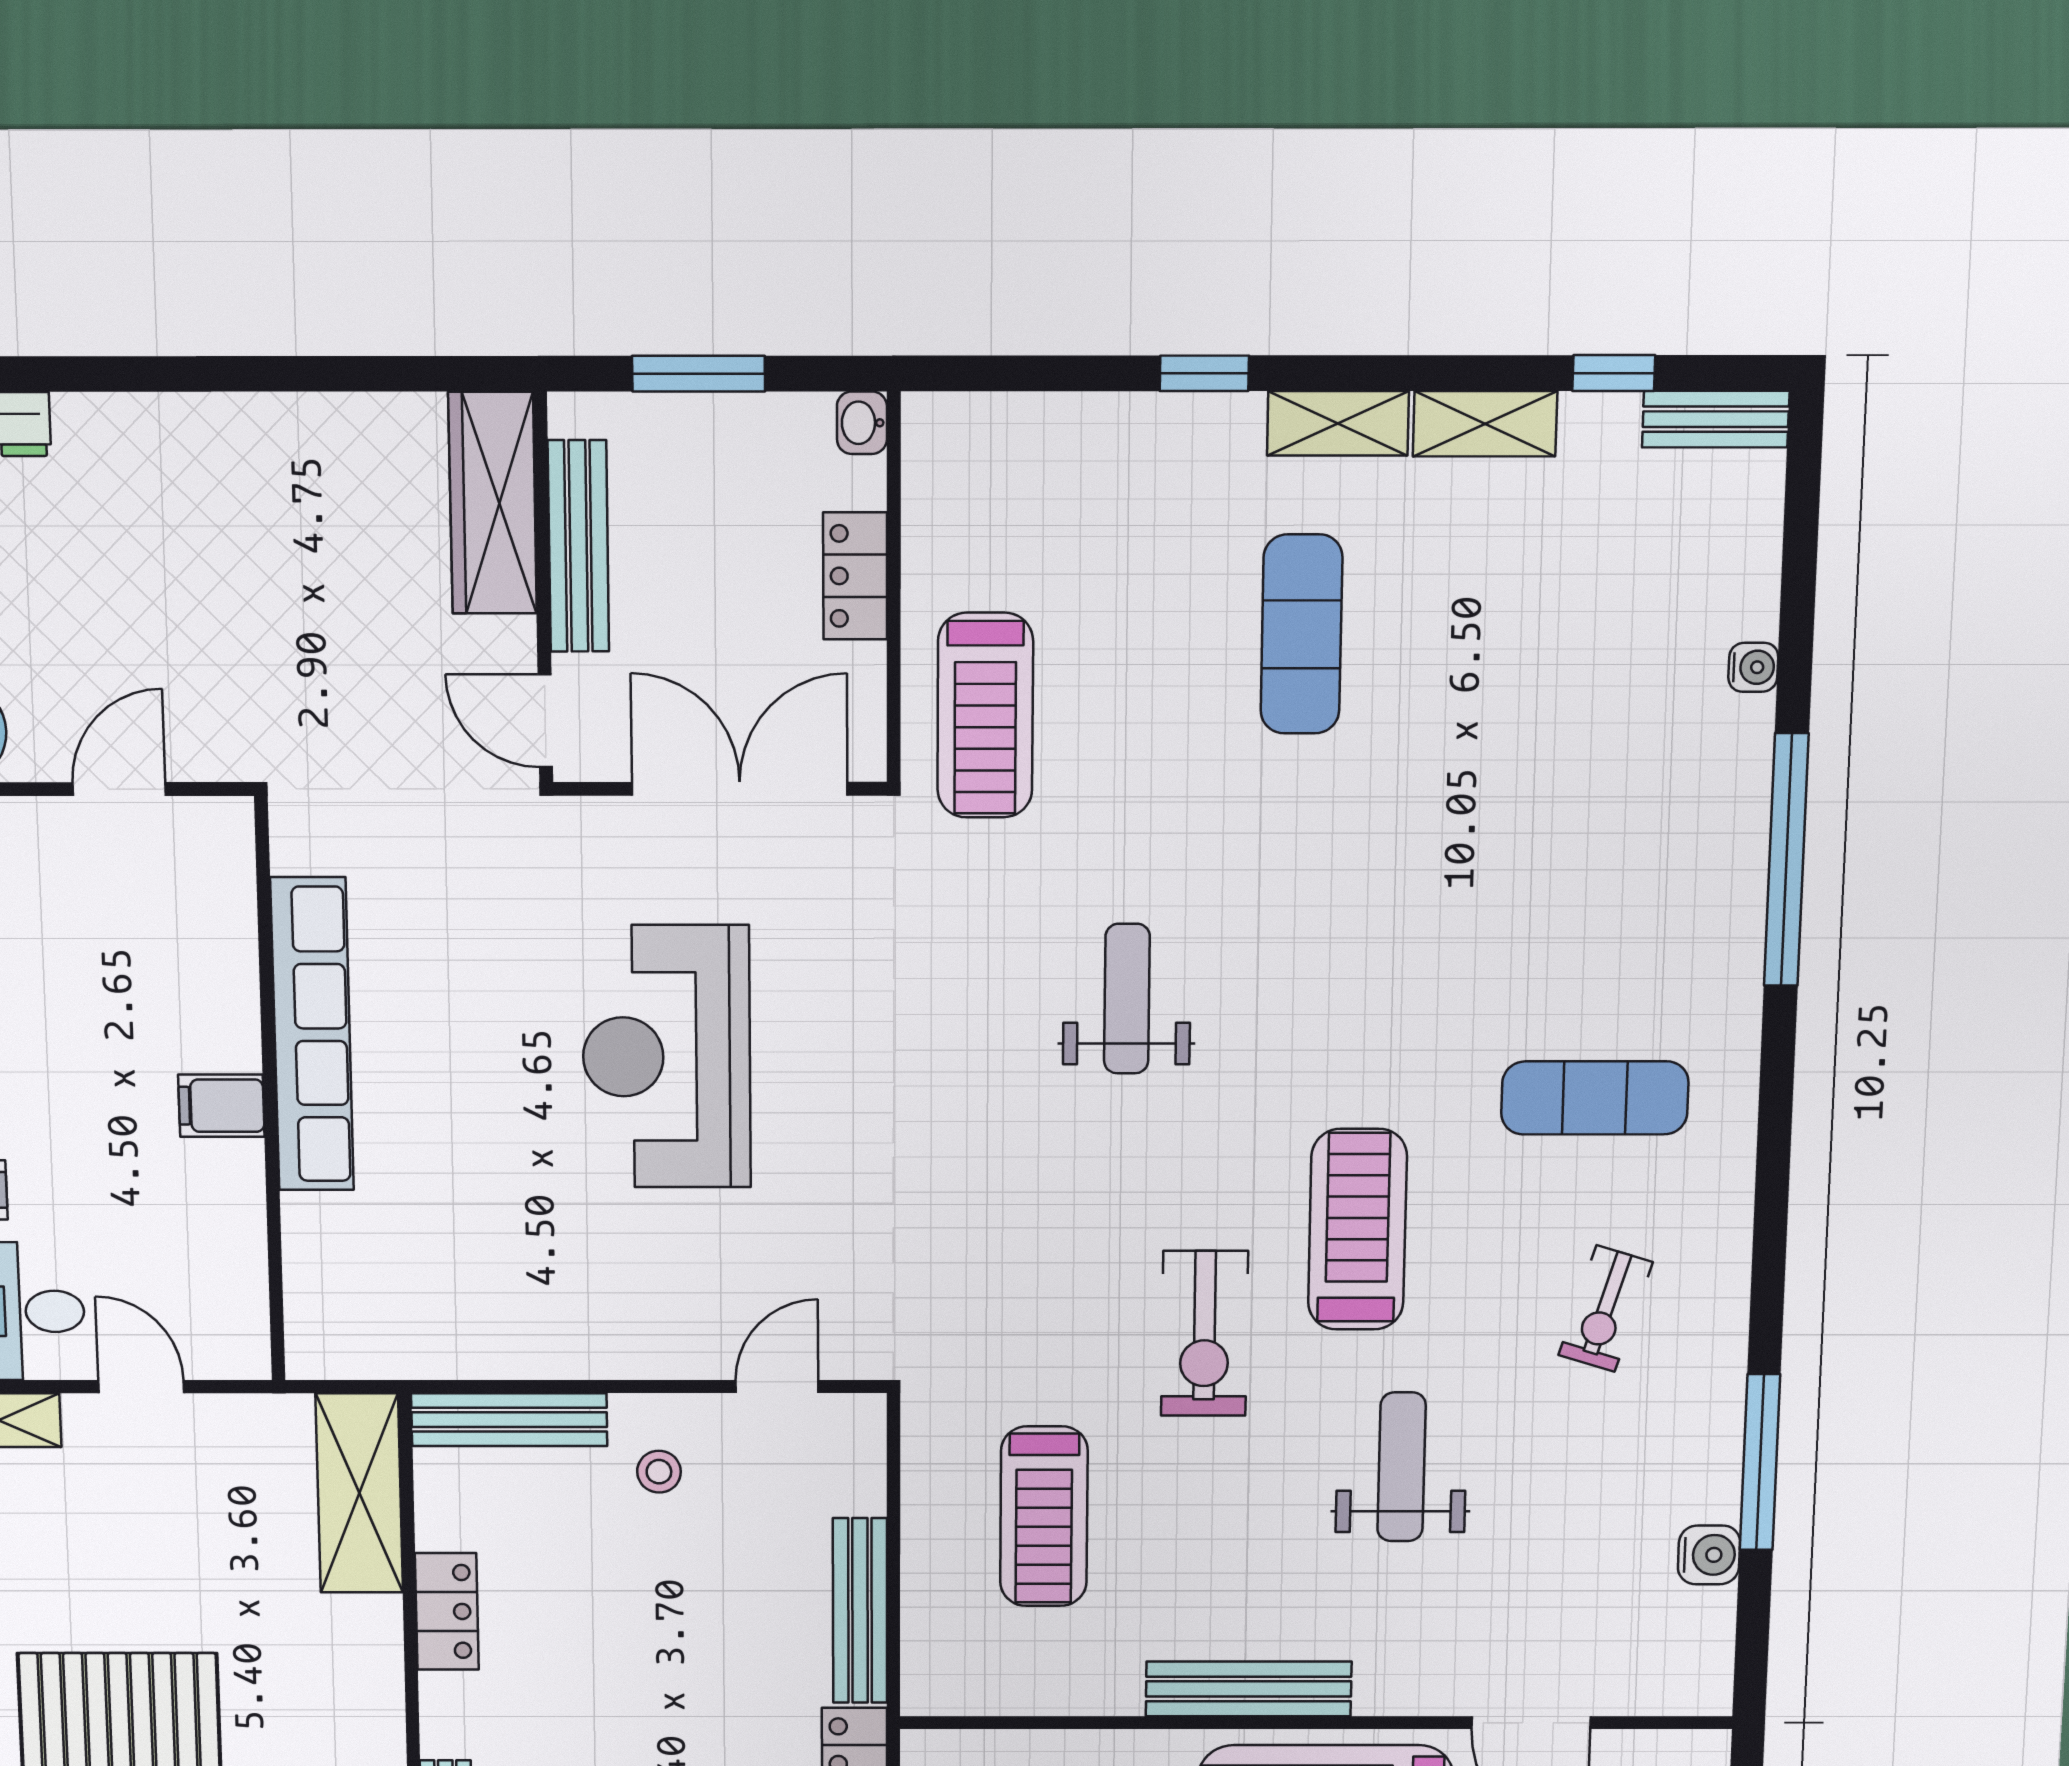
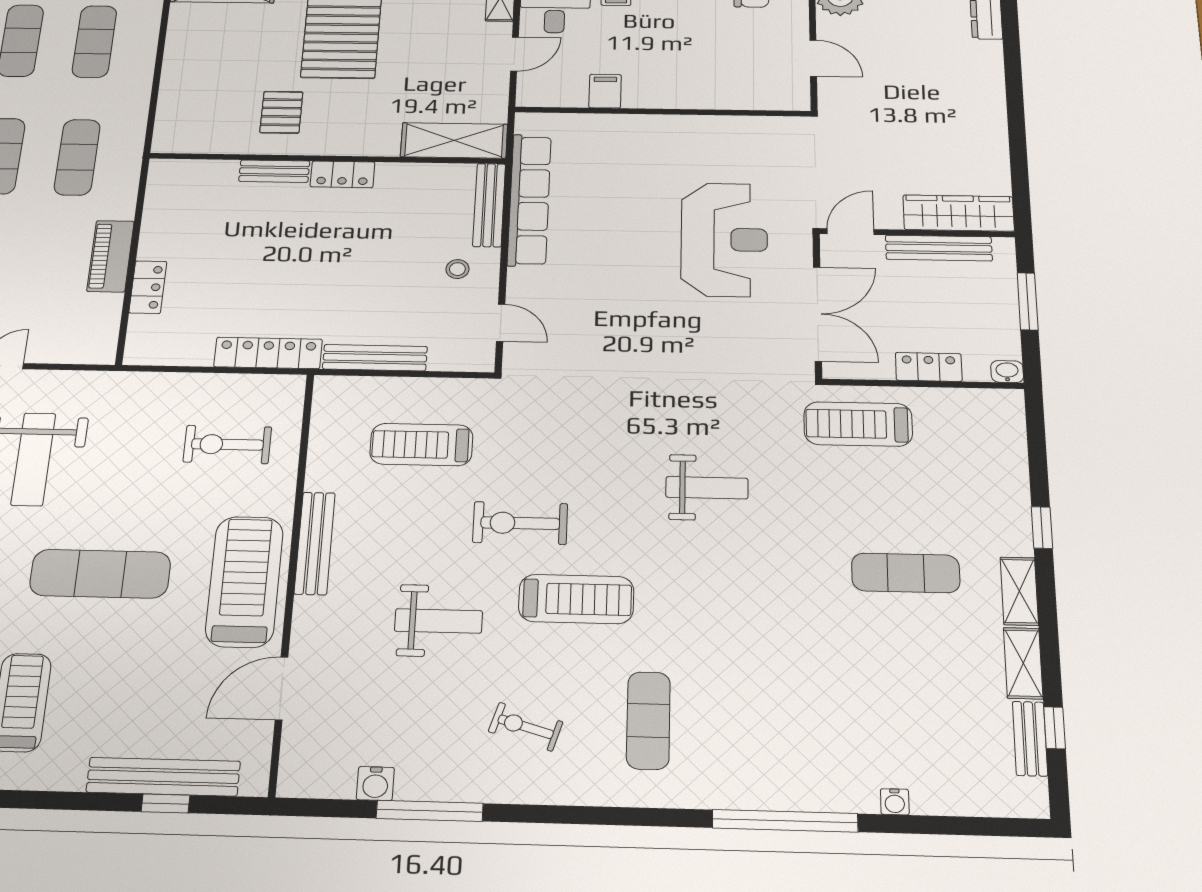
bench: (1716, 419) -> (1030, 739), moved
row of seats: (312, 1035) -> (529, 200), moved, turned -90
reception desk: (667, 1057) -> (724, 239), moved, turned 90
filing cabinet: (221, 1106) -> (605, 91), moved
locker: (447, 1611) -> (343, 174), moved

